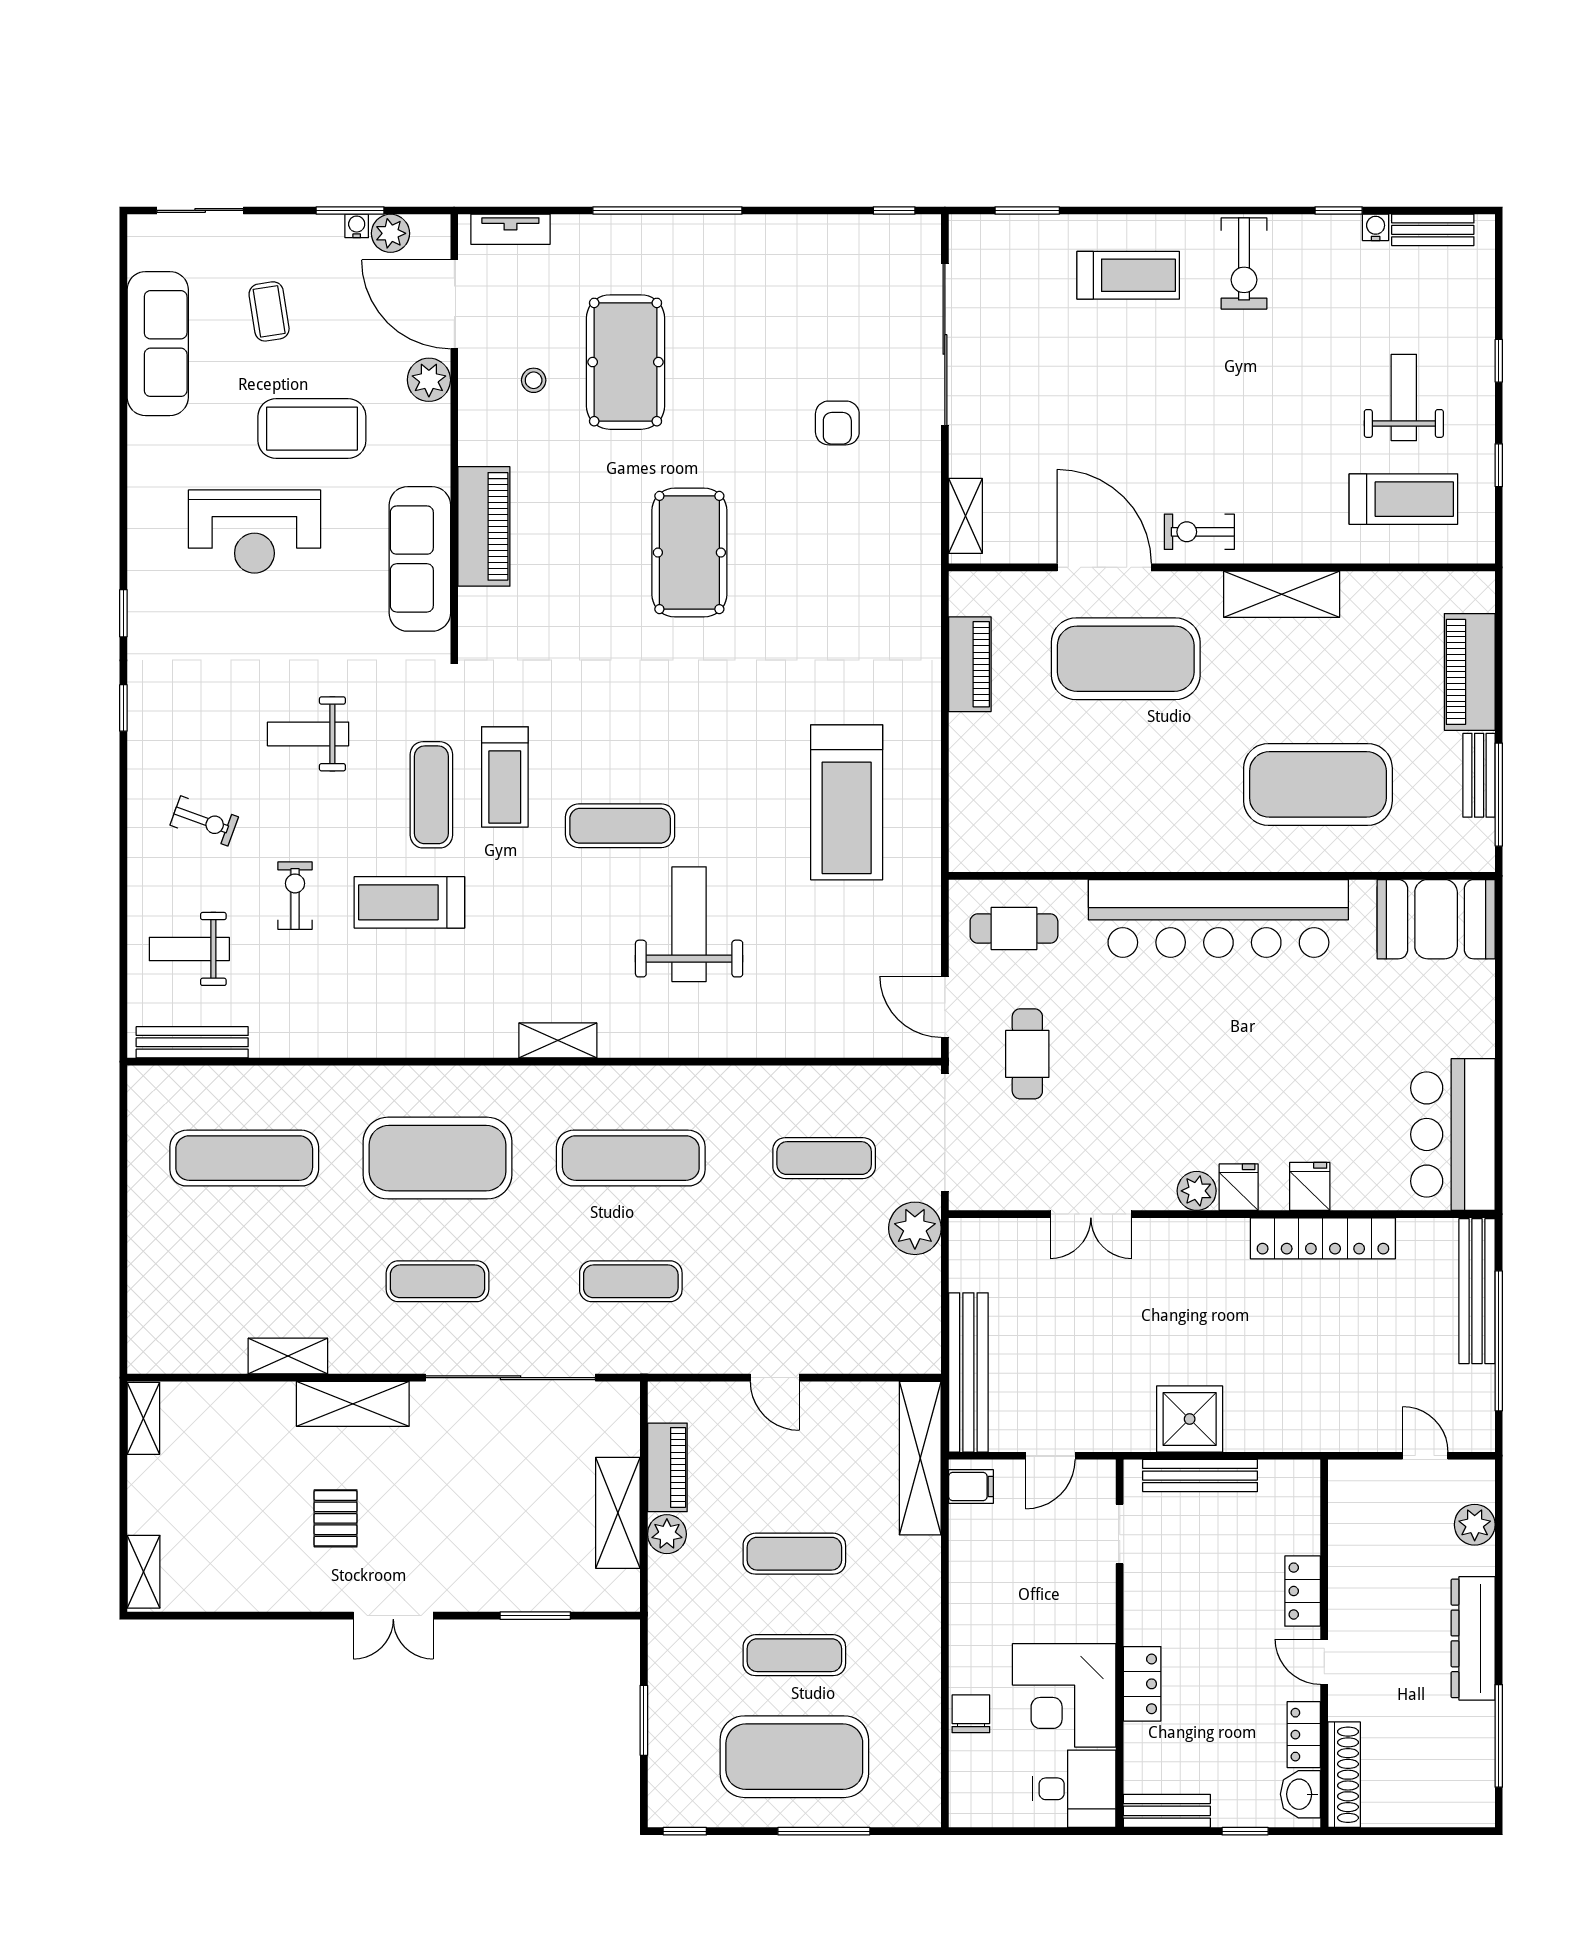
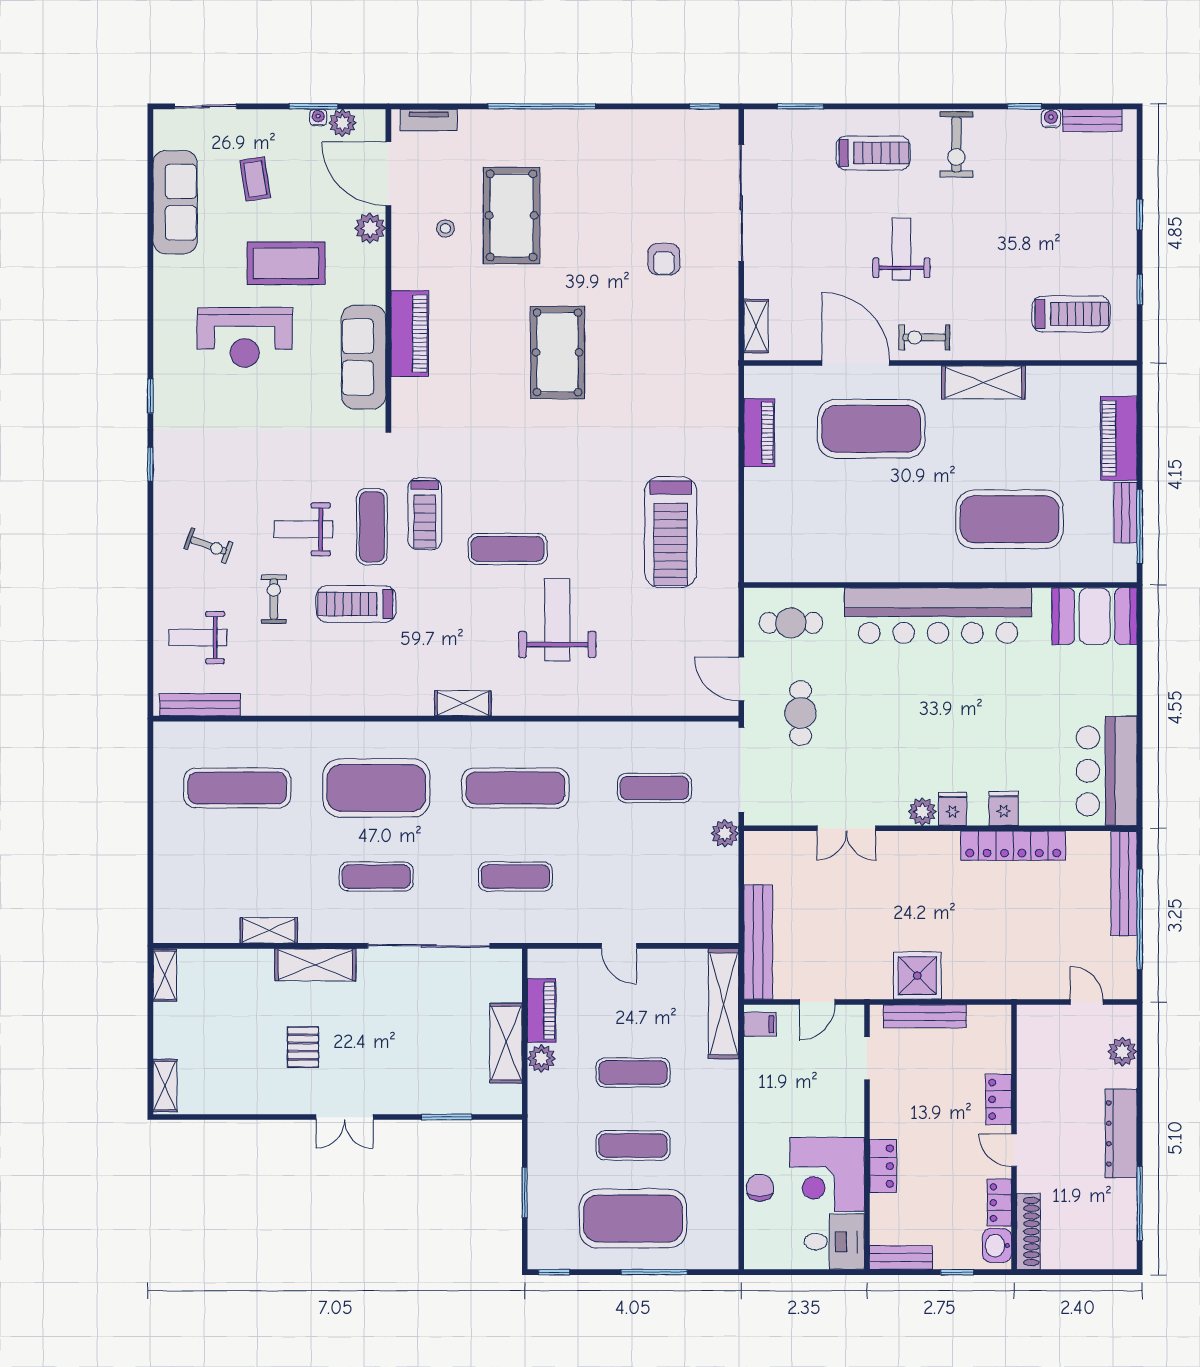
weight bench: (1404, 398) -> (901, 249), moved
weight bench: (308, 734) -> (303, 529), moved
plant: (915, 1228) -> (725, 833), width x0.73, depth x0.73

